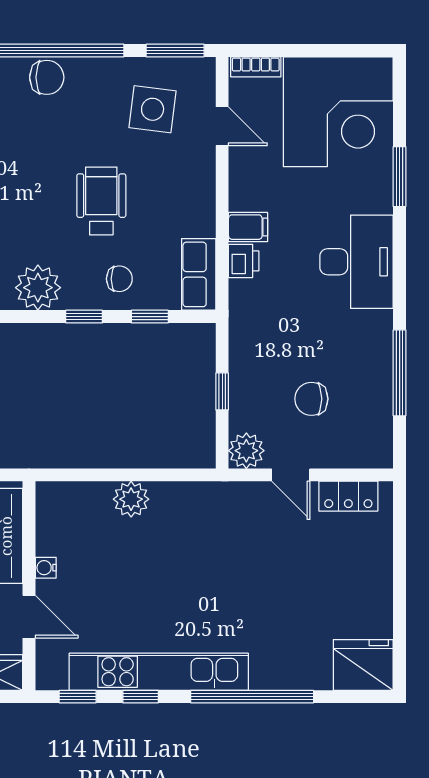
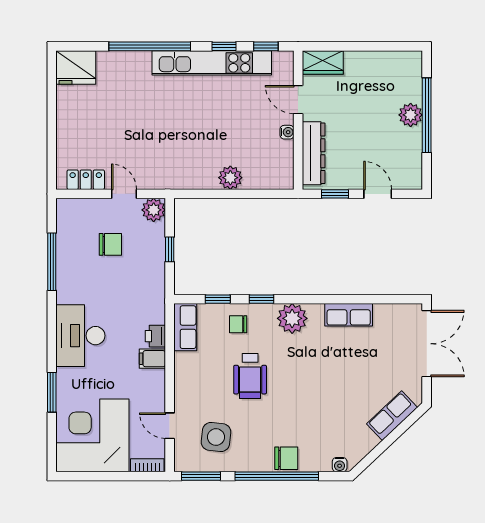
chair: (47, 77) -> (286, 458), turned 180

